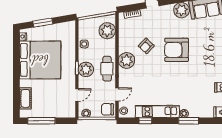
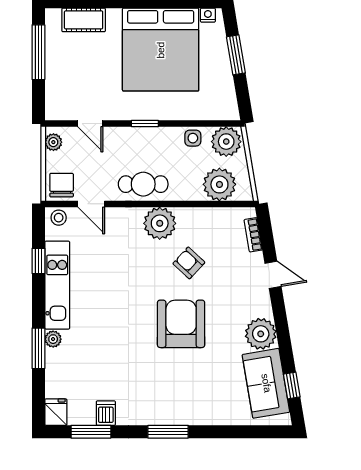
plant: (86, 69) -> (226, 142), moved

